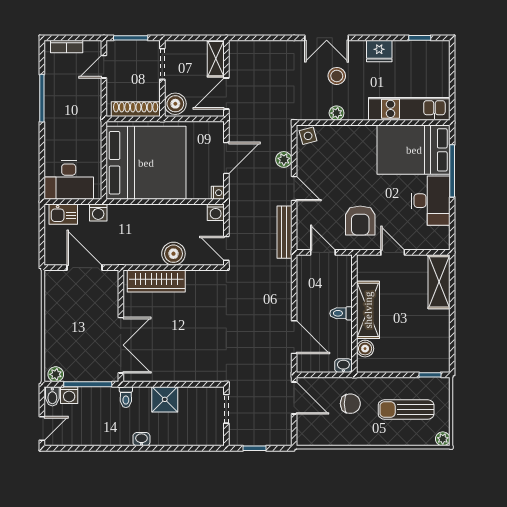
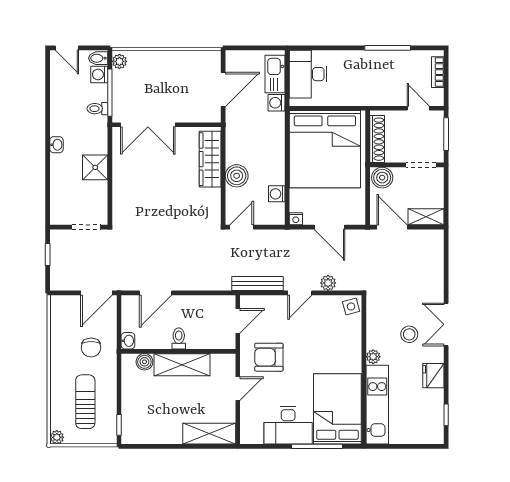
plant: (337, 113) -> (373, 357), moved
washing machine: (216, 212) -> (277, 194), moved
kitchen sink: (63, 214) -> (275, 74), width x1.38
toilet: (126, 397) -> (97, 109), moved

